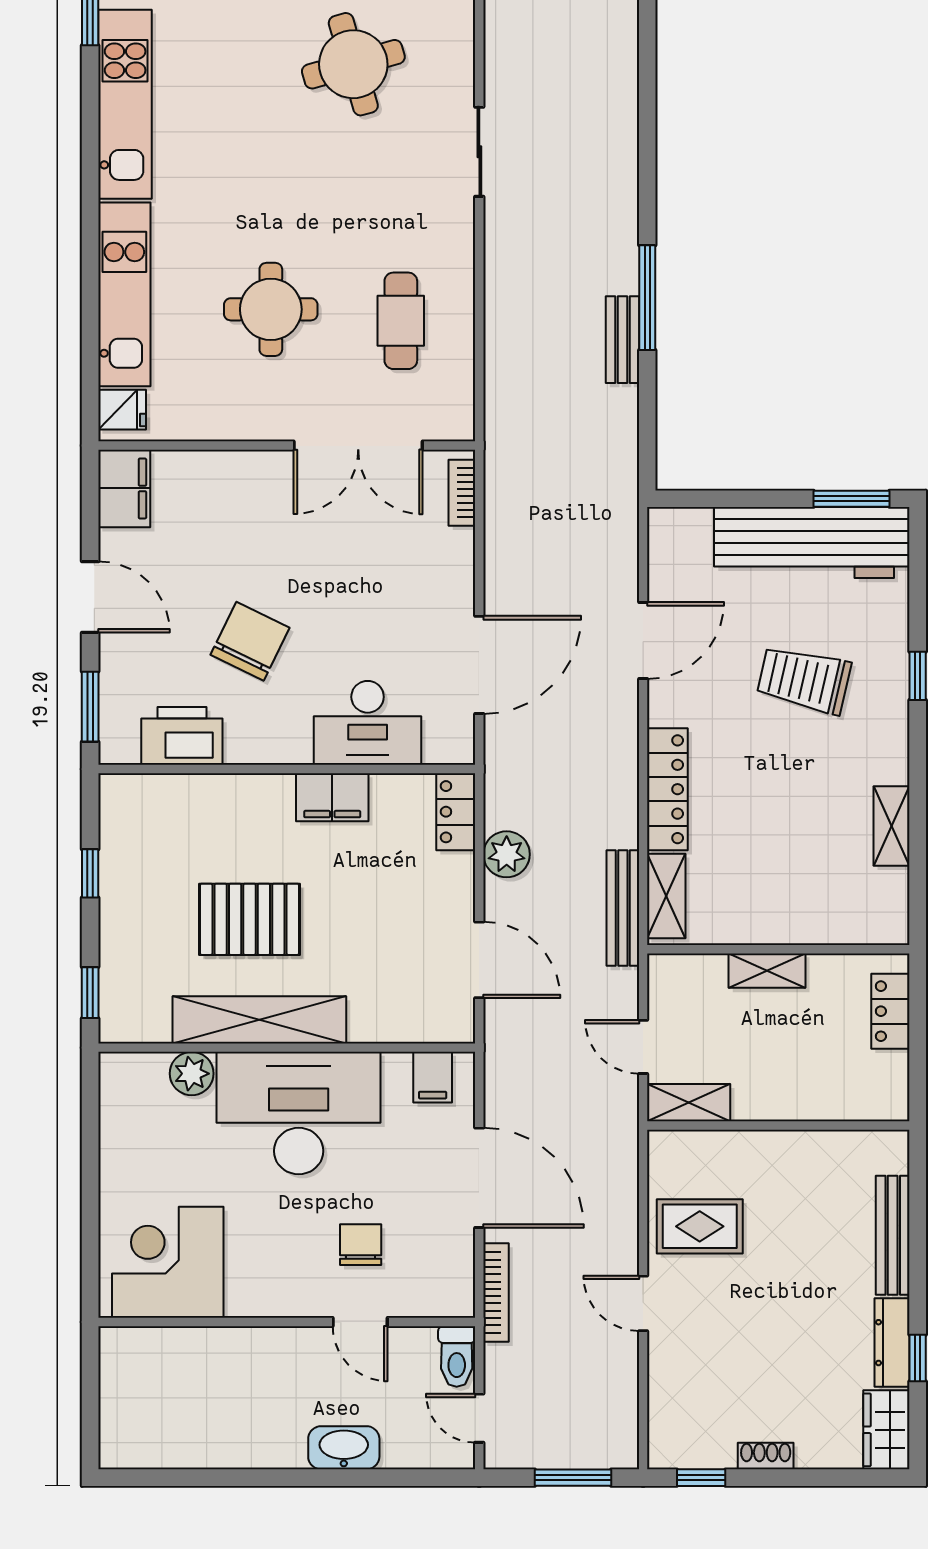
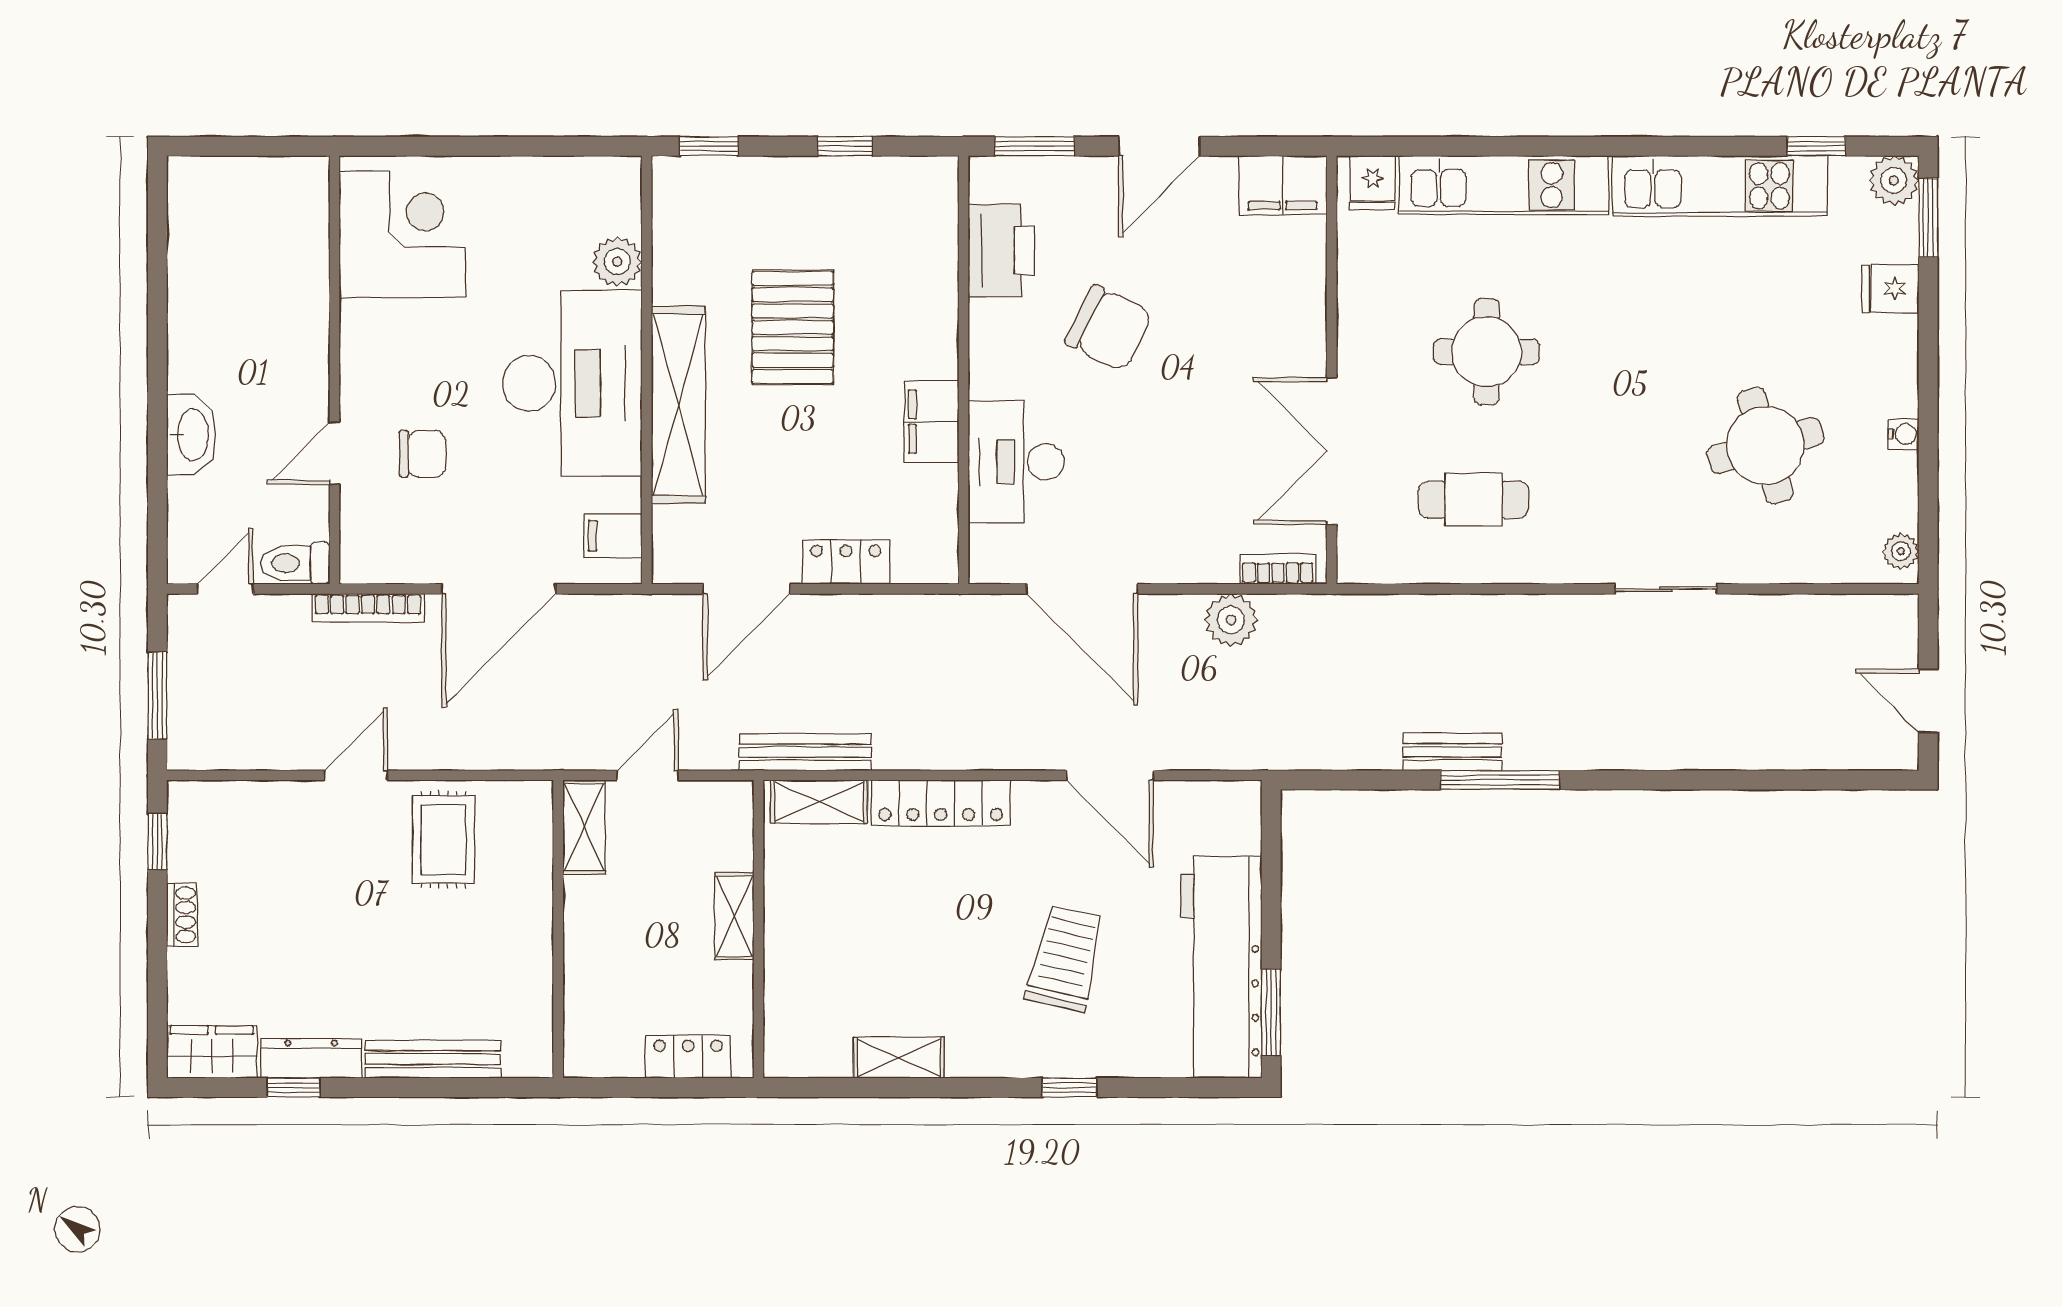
locker: (456, 812) -> (846, 562), moved
plant: (507, 854) -> (1231, 620), moved
shelving: (259, 1020) -> (678, 405), moved

